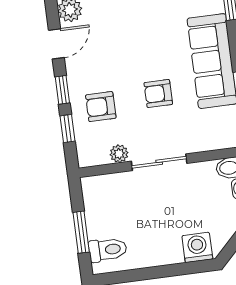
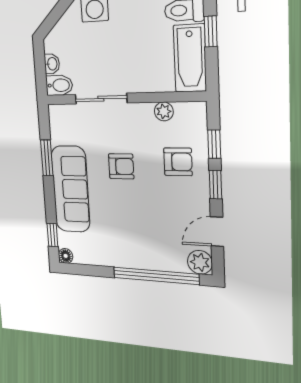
sliding door: (159, 162) -> (101, 99), moved
bathtub: (98, 206) -> (190, 58), added
window: (81, 232) -> (211, 31), width x0.67

